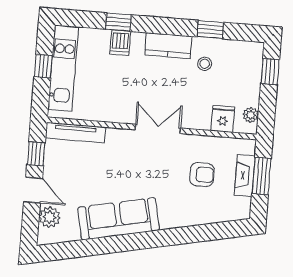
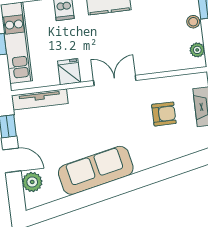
stool: (205, 64) -> (193, 22), moved
fridge: (223, 119) -> (69, 72), moved

